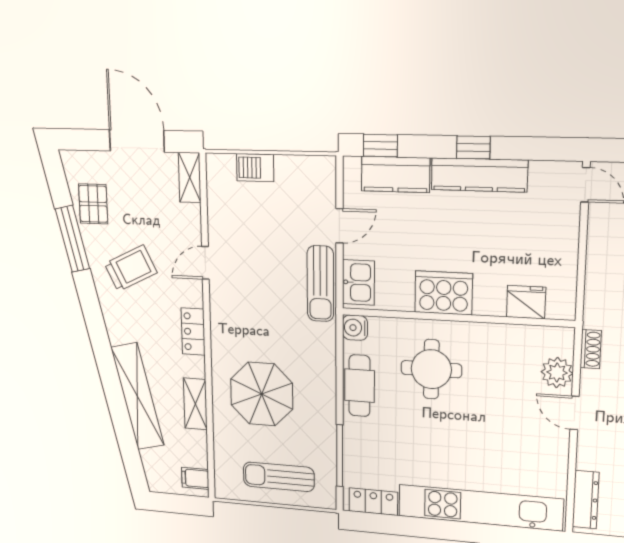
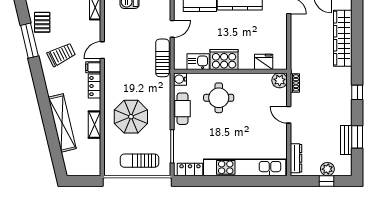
kitchen sink: (358, 282) -> (198, 62), moved, turned -90
sun lounger: (320, 284) -> (162, 58), turned 180
plant: (557, 373) -> (280, 80), moved
filing cabinet: (195, 478) -> (93, 67), moved

